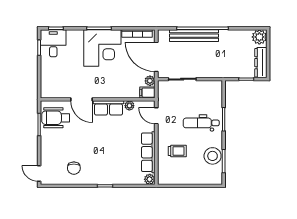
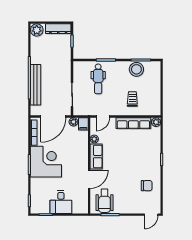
desk: (53, 43) -> (61, 202), moved, turned -90
dental chair: (201, 123) -> (98, 79), moved

